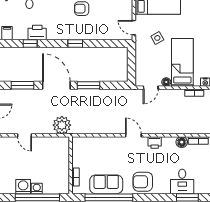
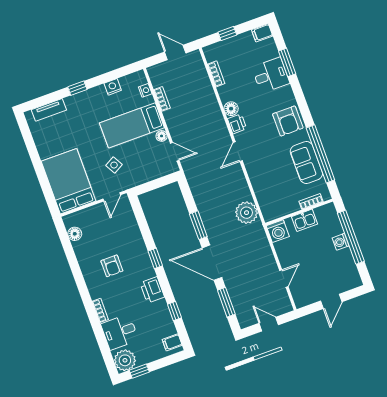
printer: (37, 33) -> (152, 290), moved
door: (56, 85) -> (212, 263), hinge flipped
plant: (62, 125) -> (247, 213), moved
floor lamp: (182, 142) -> (231, 109), moved
kitchen sink: (63, 167) -> (305, 220), added
washing machine: (23, 187) -> (278, 231), moved, turned -90

